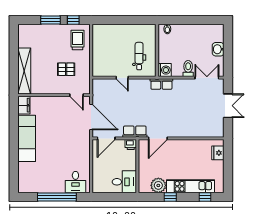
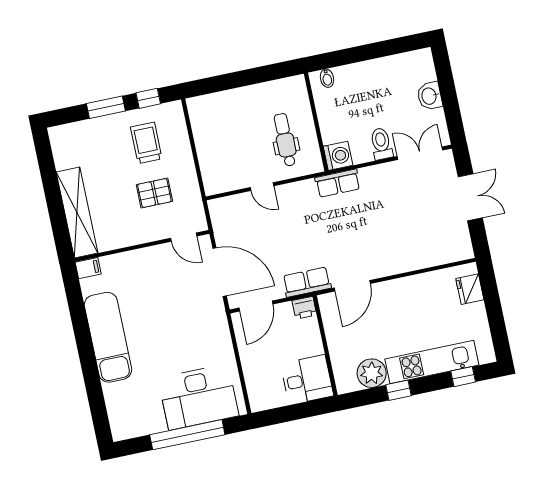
trolley: (77, 40) -> (146, 143), moved
filing cabinet: (24, 105) -> (88, 268), width x0.50
desk: (75, 182) -> (198, 397), width x1.87, depth x1.30

